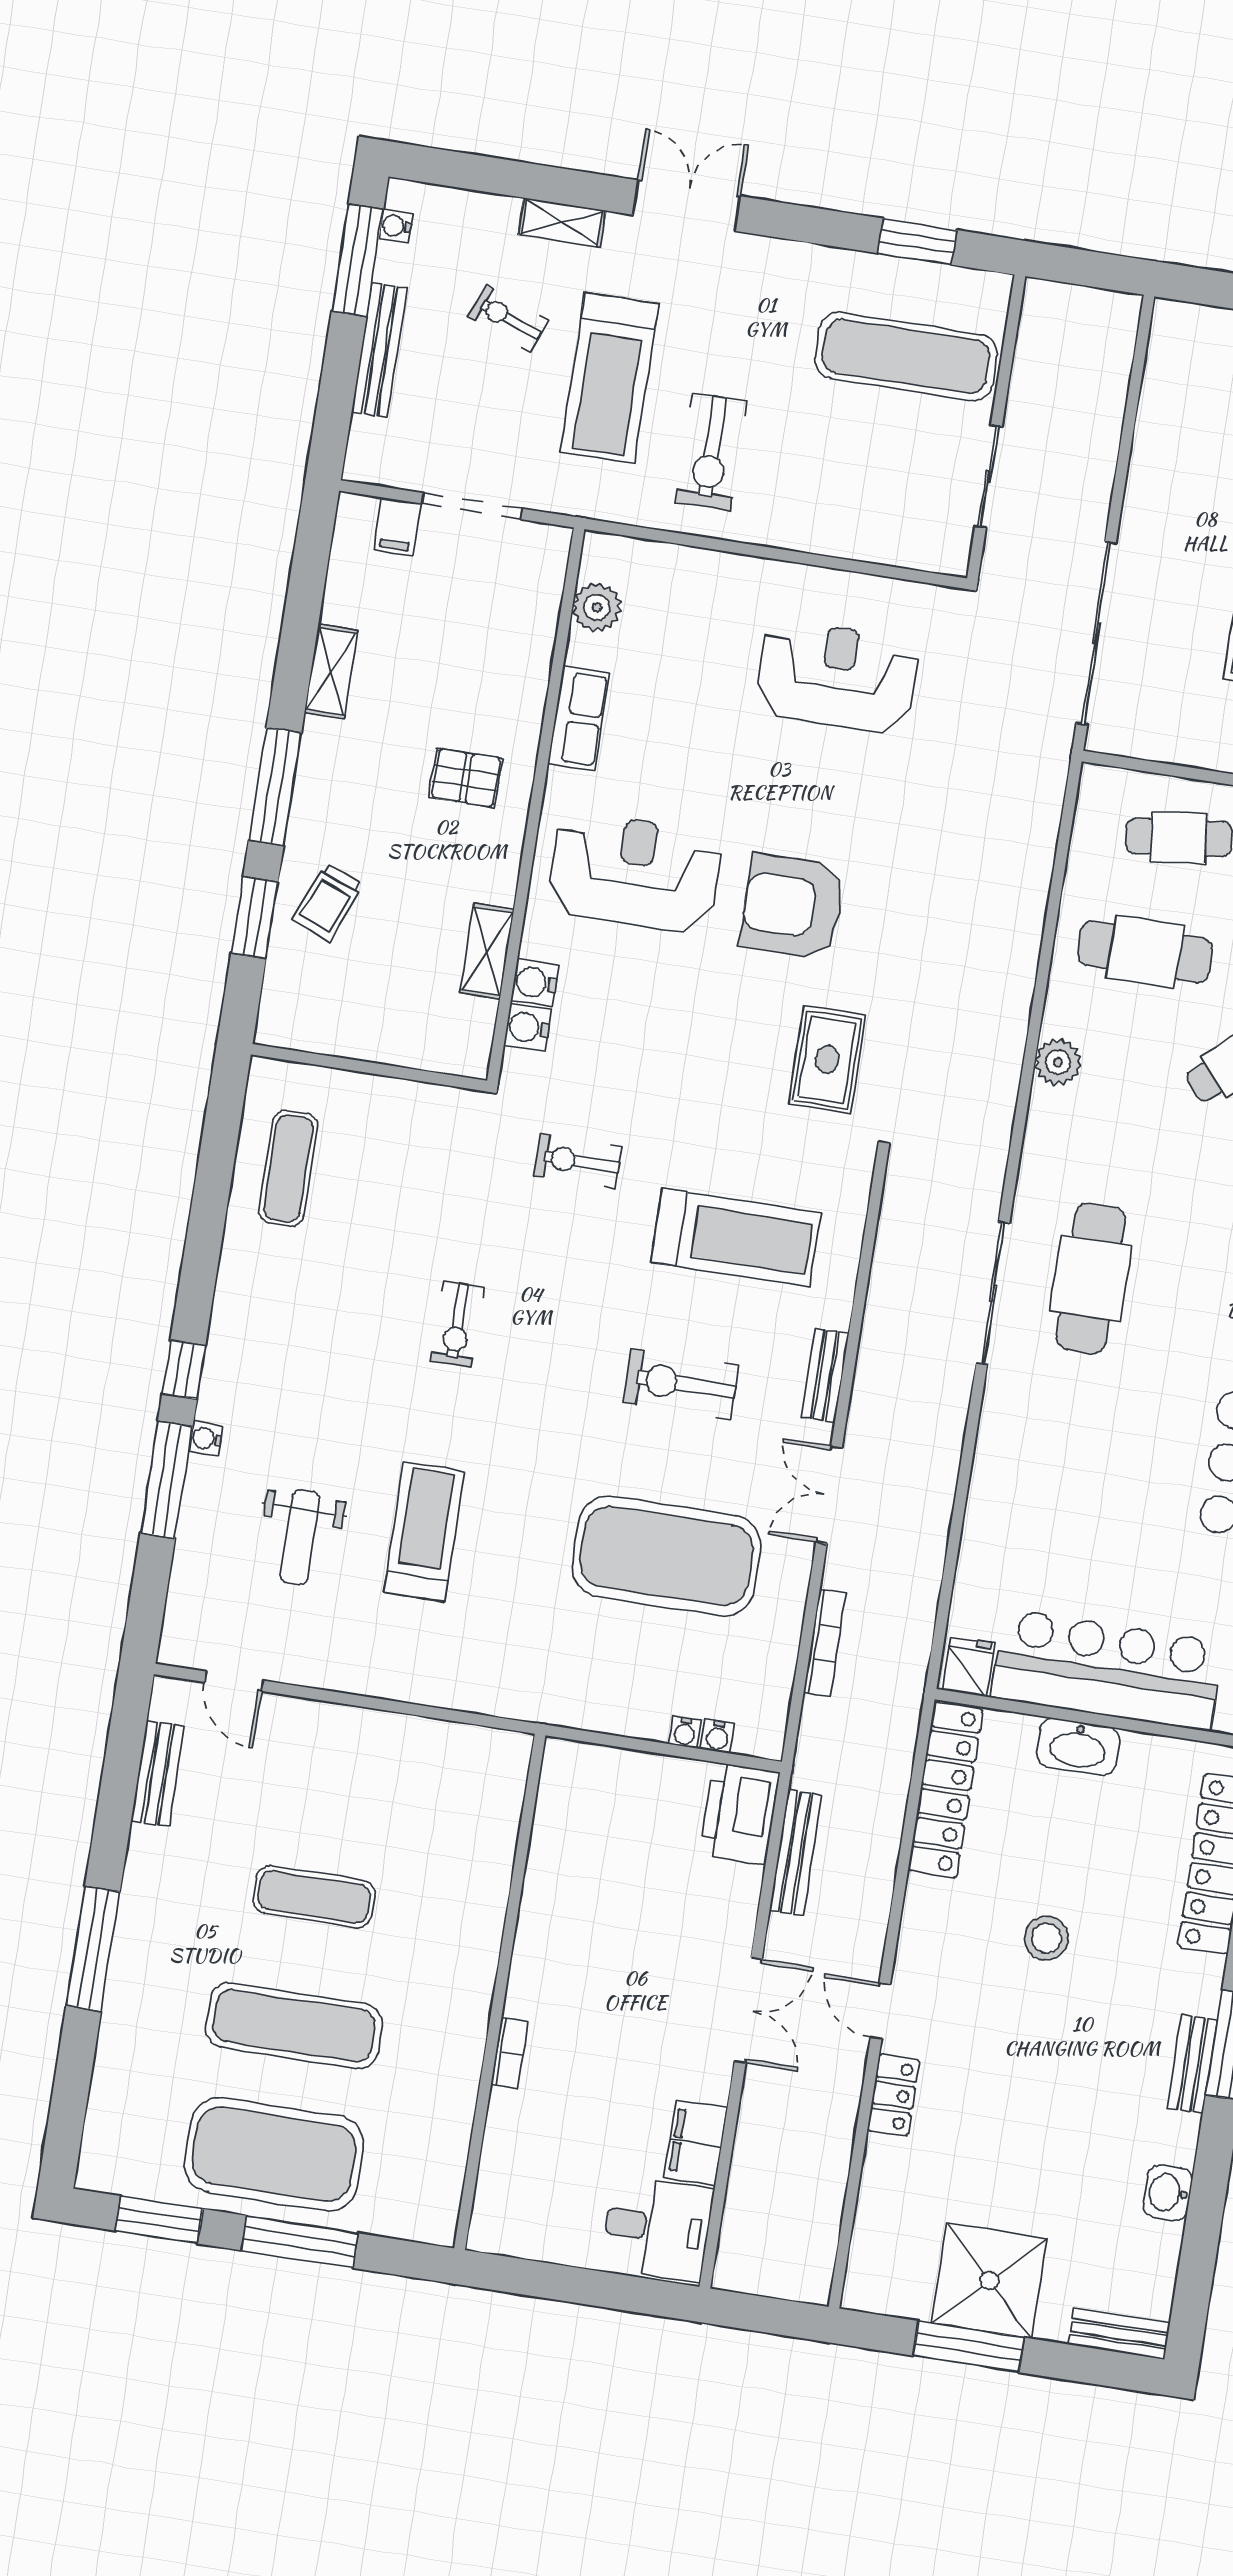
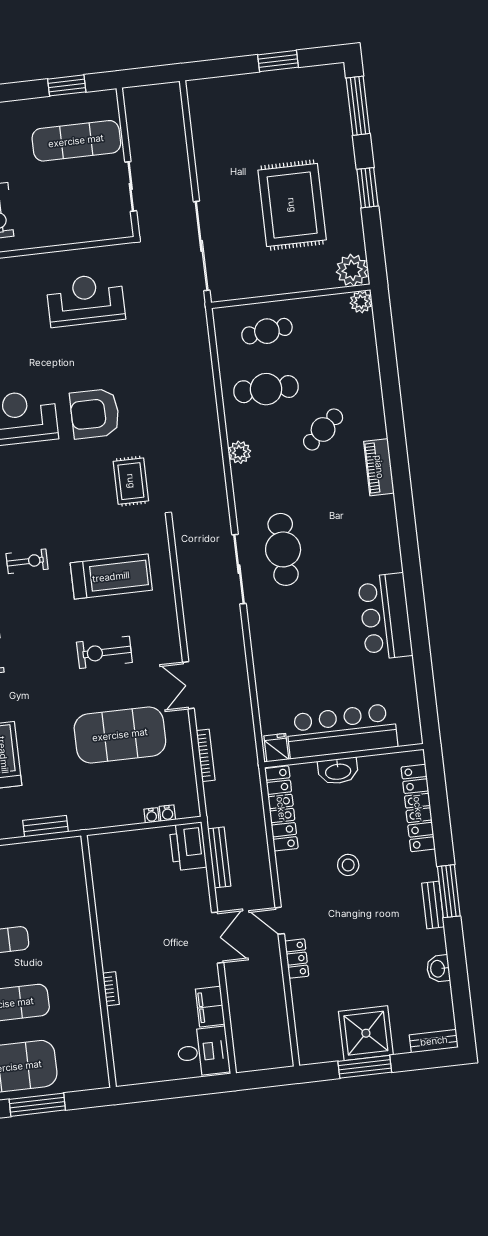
exercise bike: (578, 1161) -> (27, 561), turned 180
bench: (825, 1375) -> (45, 826), moved, turned 90

